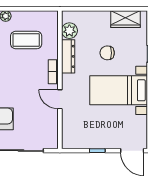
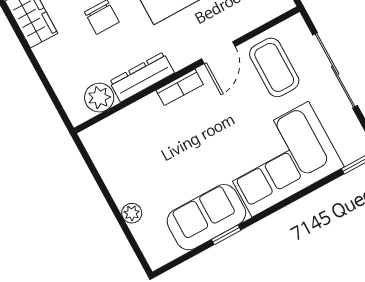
coffee table: (26, 40) -> (274, 67), moved

